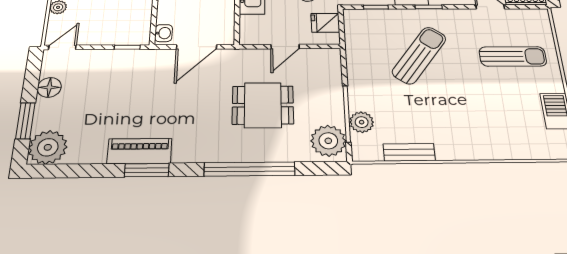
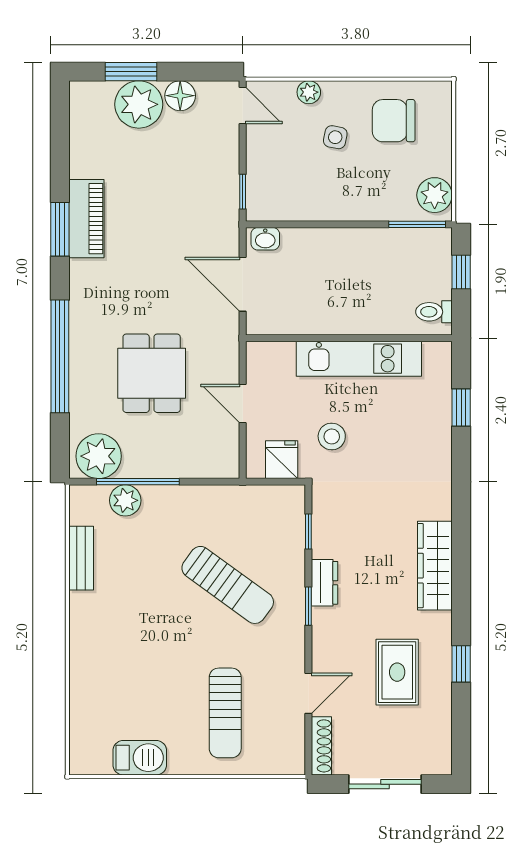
plant: (48, 147) -> (139, 104), moved

